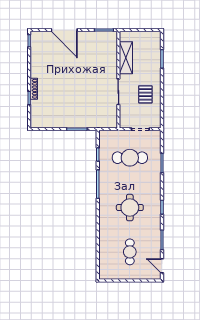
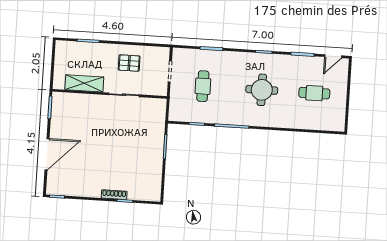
cafe table: (130, 158) -> (203, 86), width x0.73, depth x0.74

